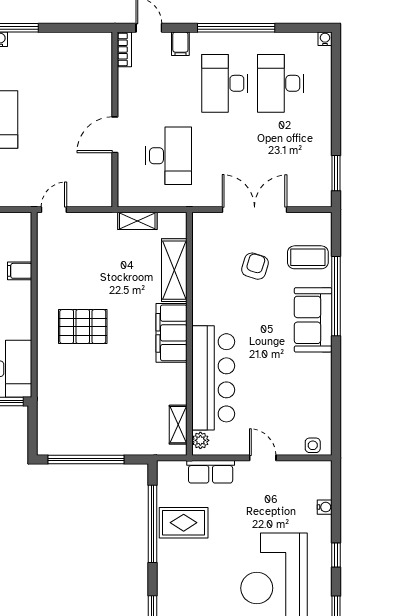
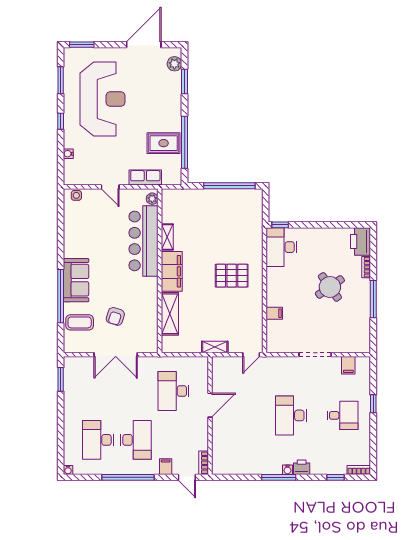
desk: (280, 83) -> (98, 440), turned 180
shelving: (137, 221) -> (215, 347), moved
shelving: (178, 425) -> (167, 237), moved

